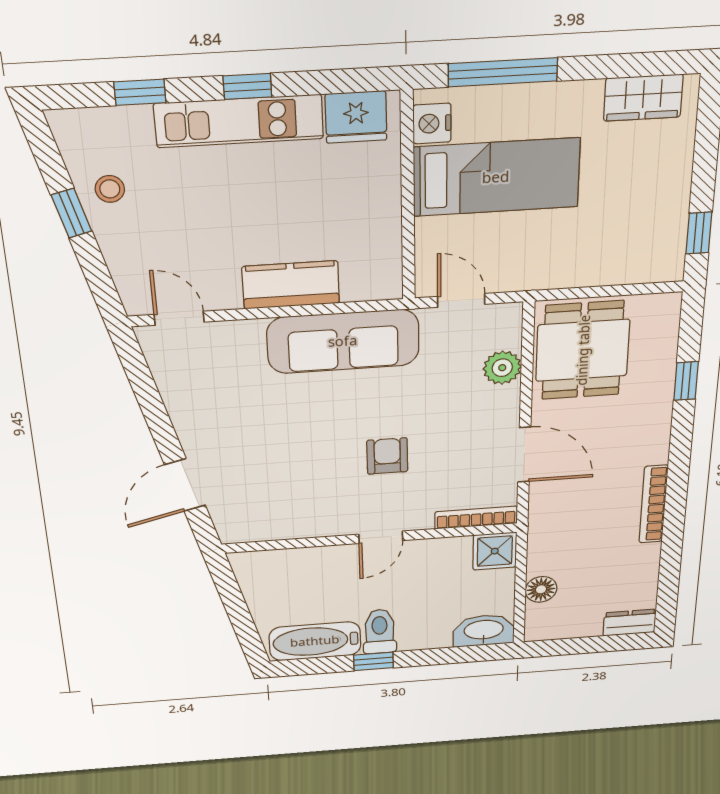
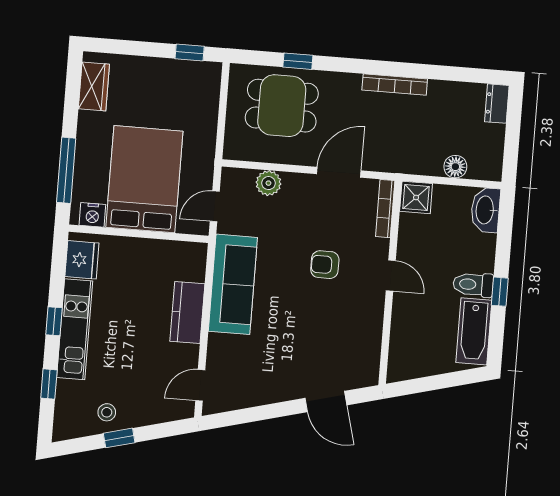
bed: (496, 177) -> (144, 179), width x1.50
dining table: (583, 350) -> (282, 106), moved

